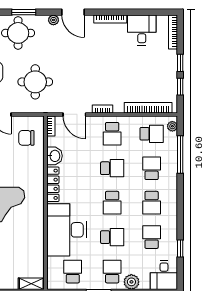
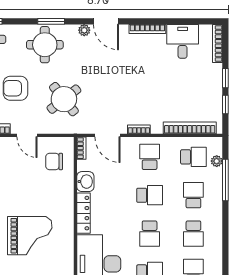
round table: (35, 82) -> (64, 99), turned -38
plant: (172, 126) -> (217, 161), moved
school desk: (112, 134) -> (150, 157), turned 180

